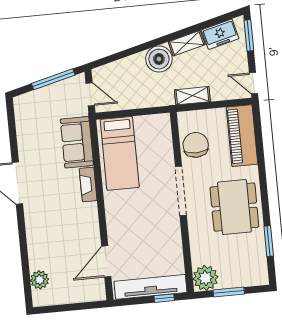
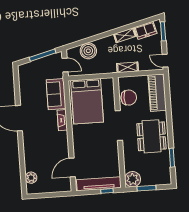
boiler: (159, 59) -> (88, 51), moved
chair: (196, 145) -> (129, 98), turned 90
bed: (120, 153) -> (87, 101), width x1.50

